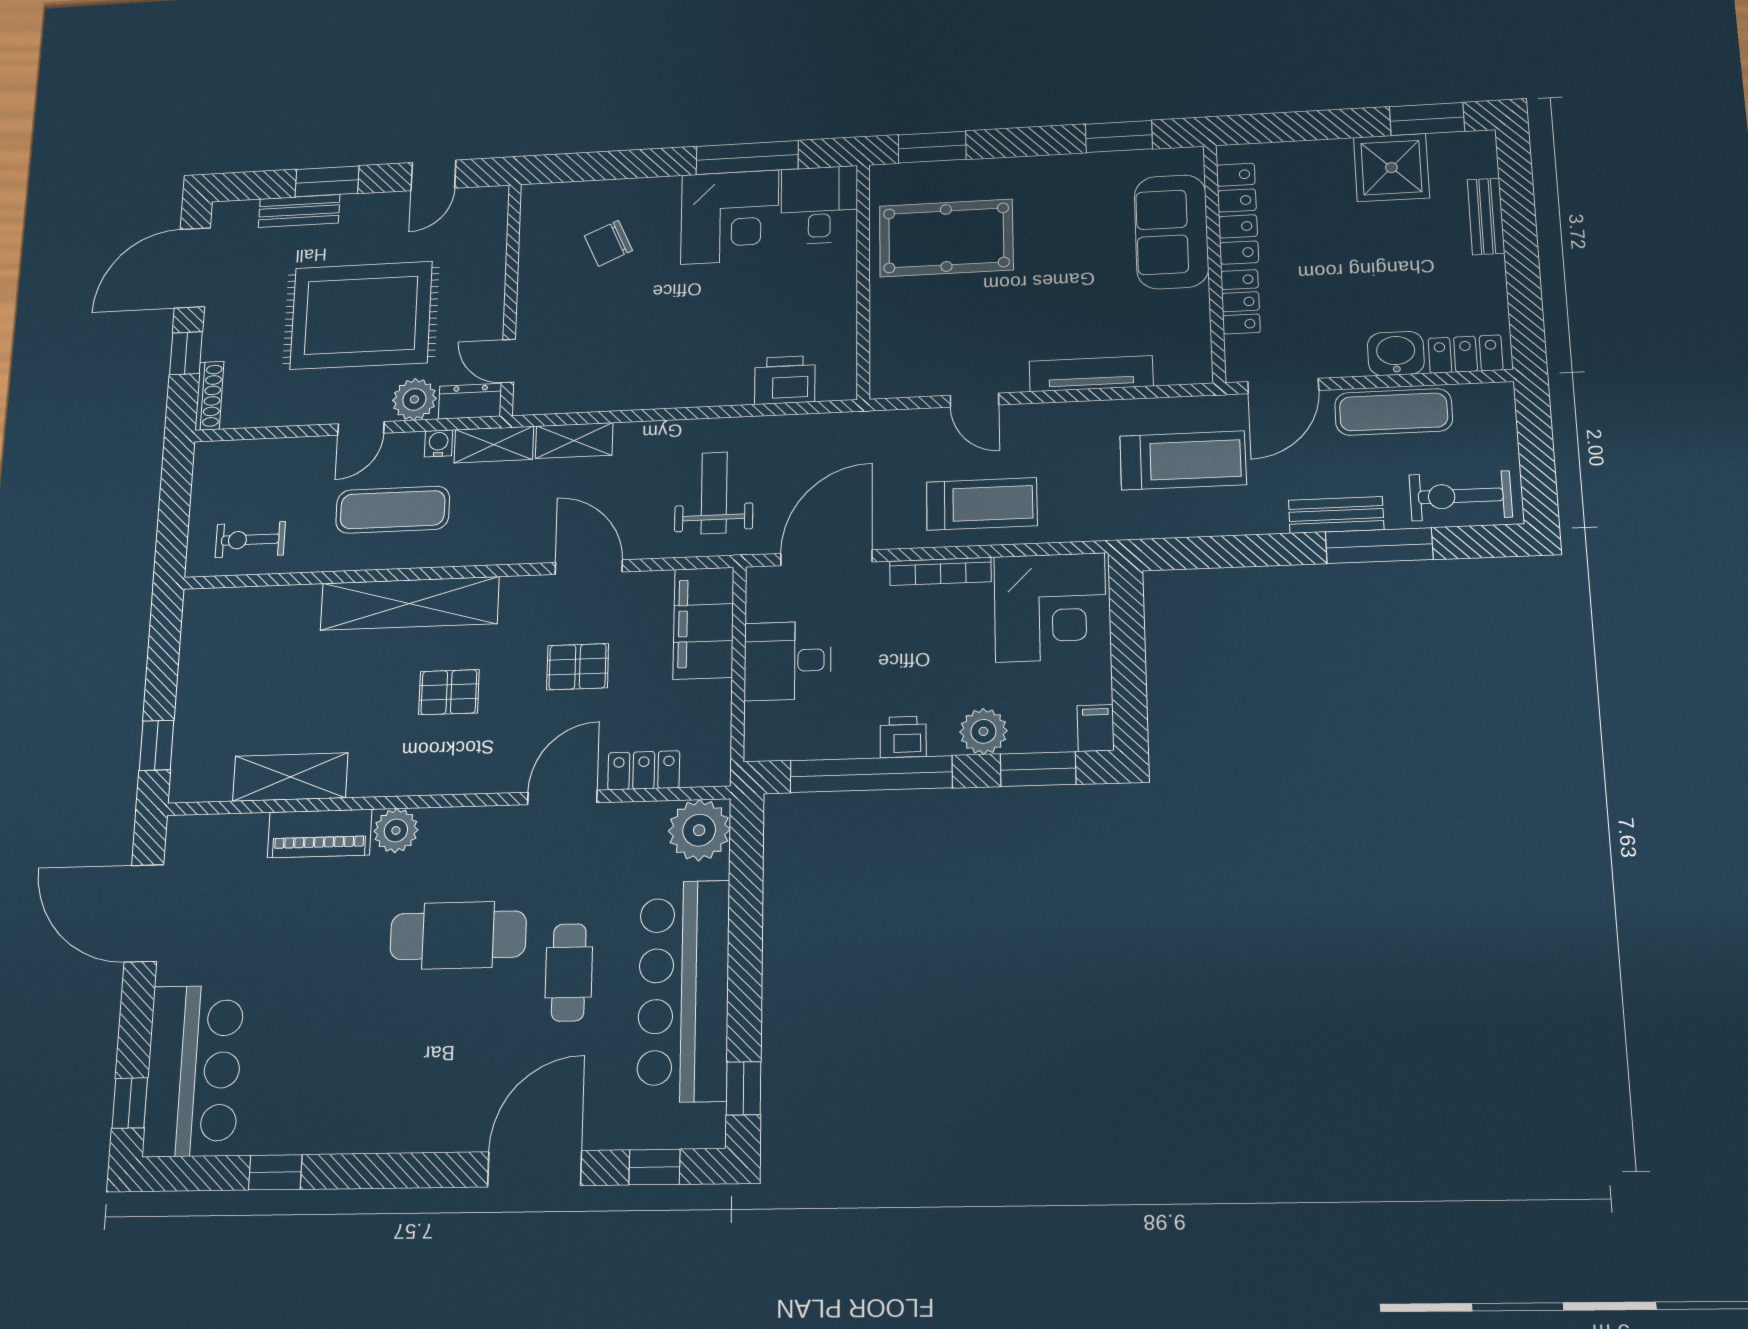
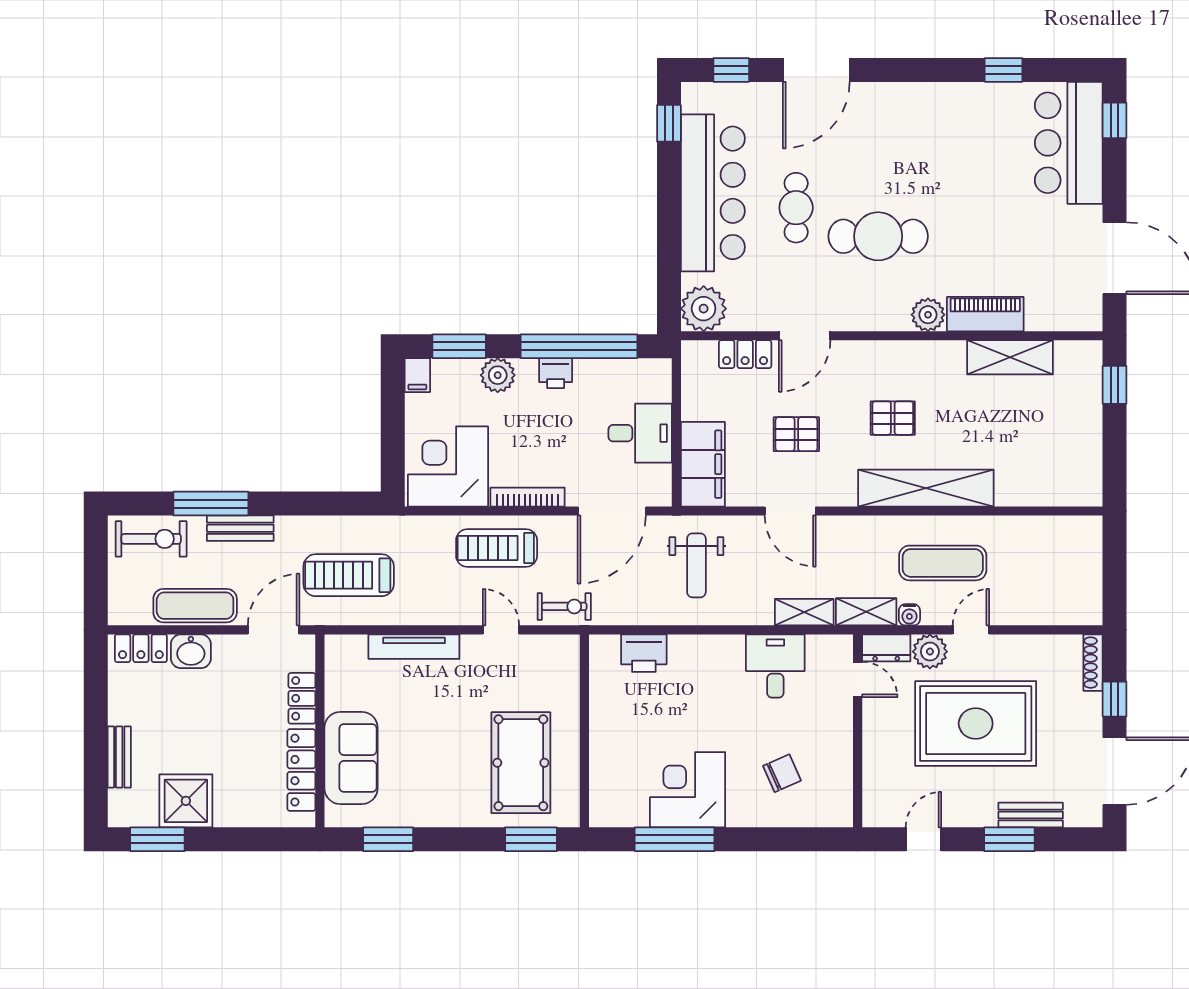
desk: (819, 205) -> (775, 666), moved, turned 180
pool table: (946, 238) -> (521, 763), turned 90
exercise bike: (250, 540) -> (564, 606), moved

